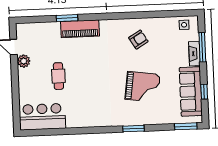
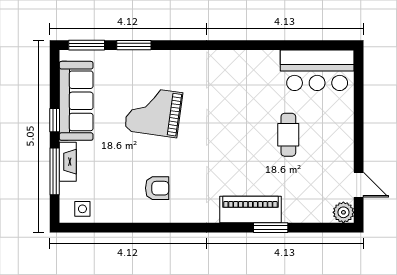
armchair: (138, 40) -> (157, 188), turned -149
plant: (24, 61) -> (343, 212), moved
window: (204, 92) -> (55, 120), moved
window: (133, 129) -> (134, 45), moved

